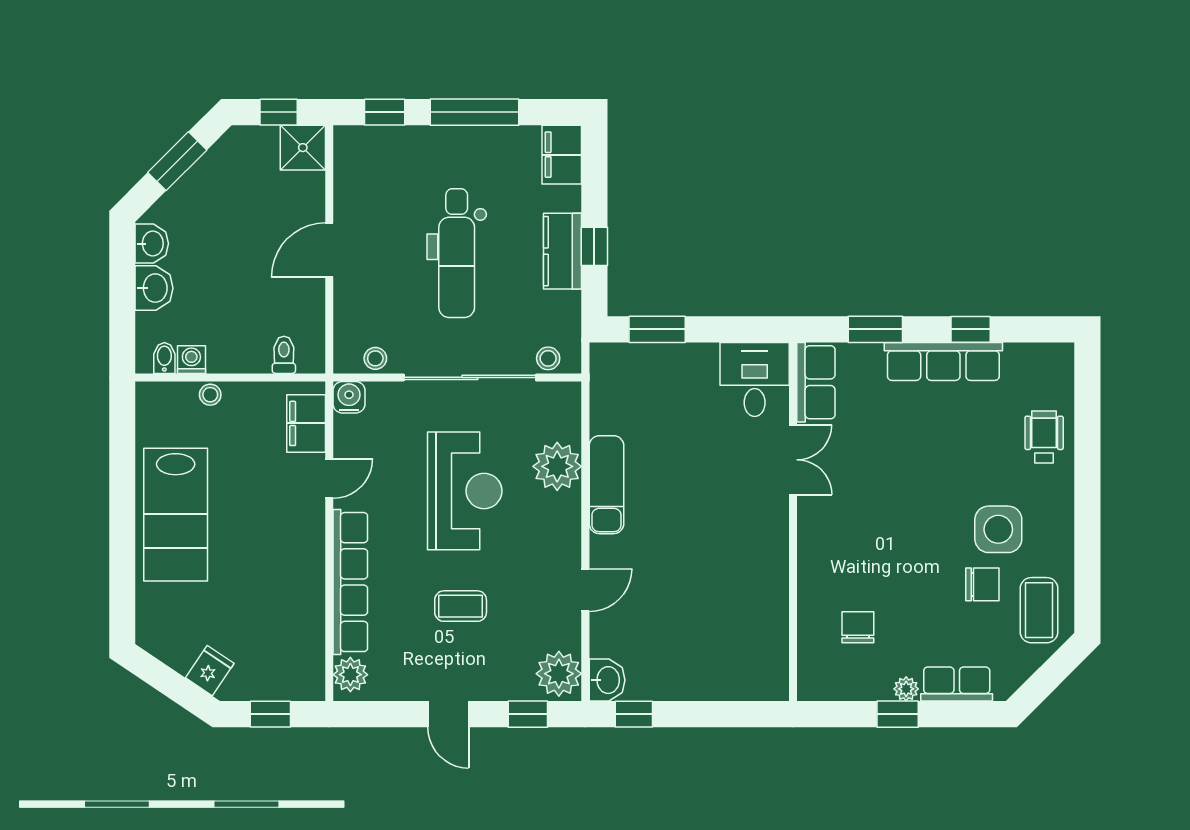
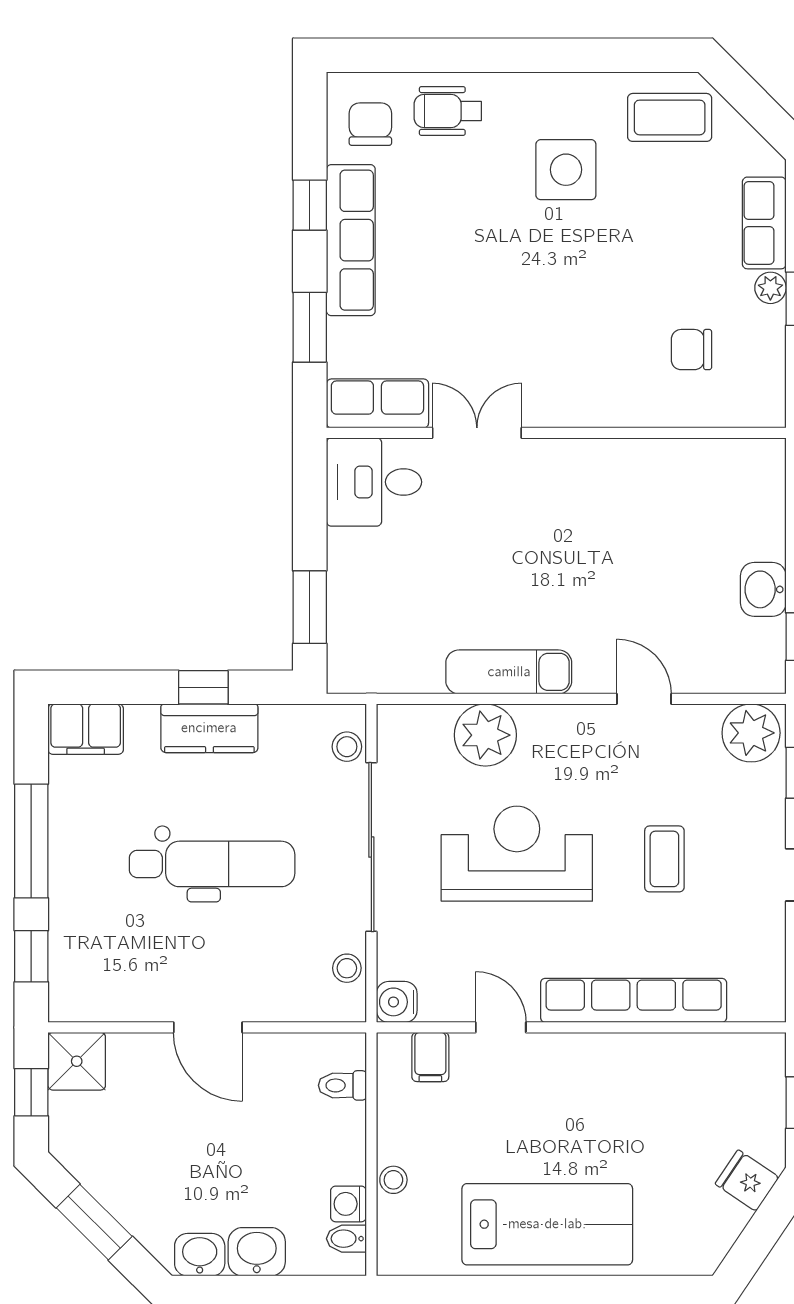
filing cabinet: (306, 423) -> (430, 1057), width x0.50
chair: (982, 584) -> (370, 124), moved
plant: (350, 675) -> (752, 1000), removed
washbasin: (607, 680) -> (763, 589), moved, turned -90

